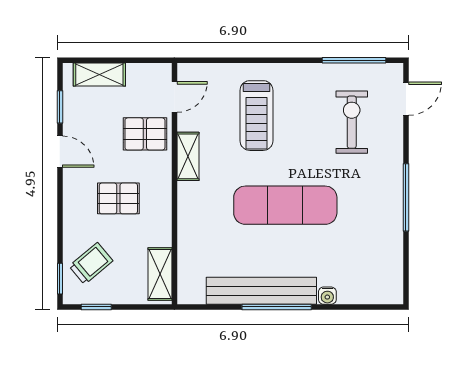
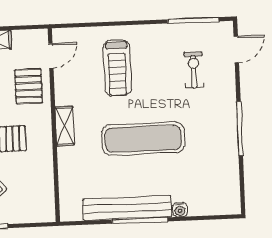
exercise bike: (352, 122) -> (194, 70), width x0.73, depth x0.72
pallet: (145, 134) -> (29, 86), turned 90
shelving: (188, 156) -> (65, 126), moved
shelving: (160, 274) -> (45, 198), removed

